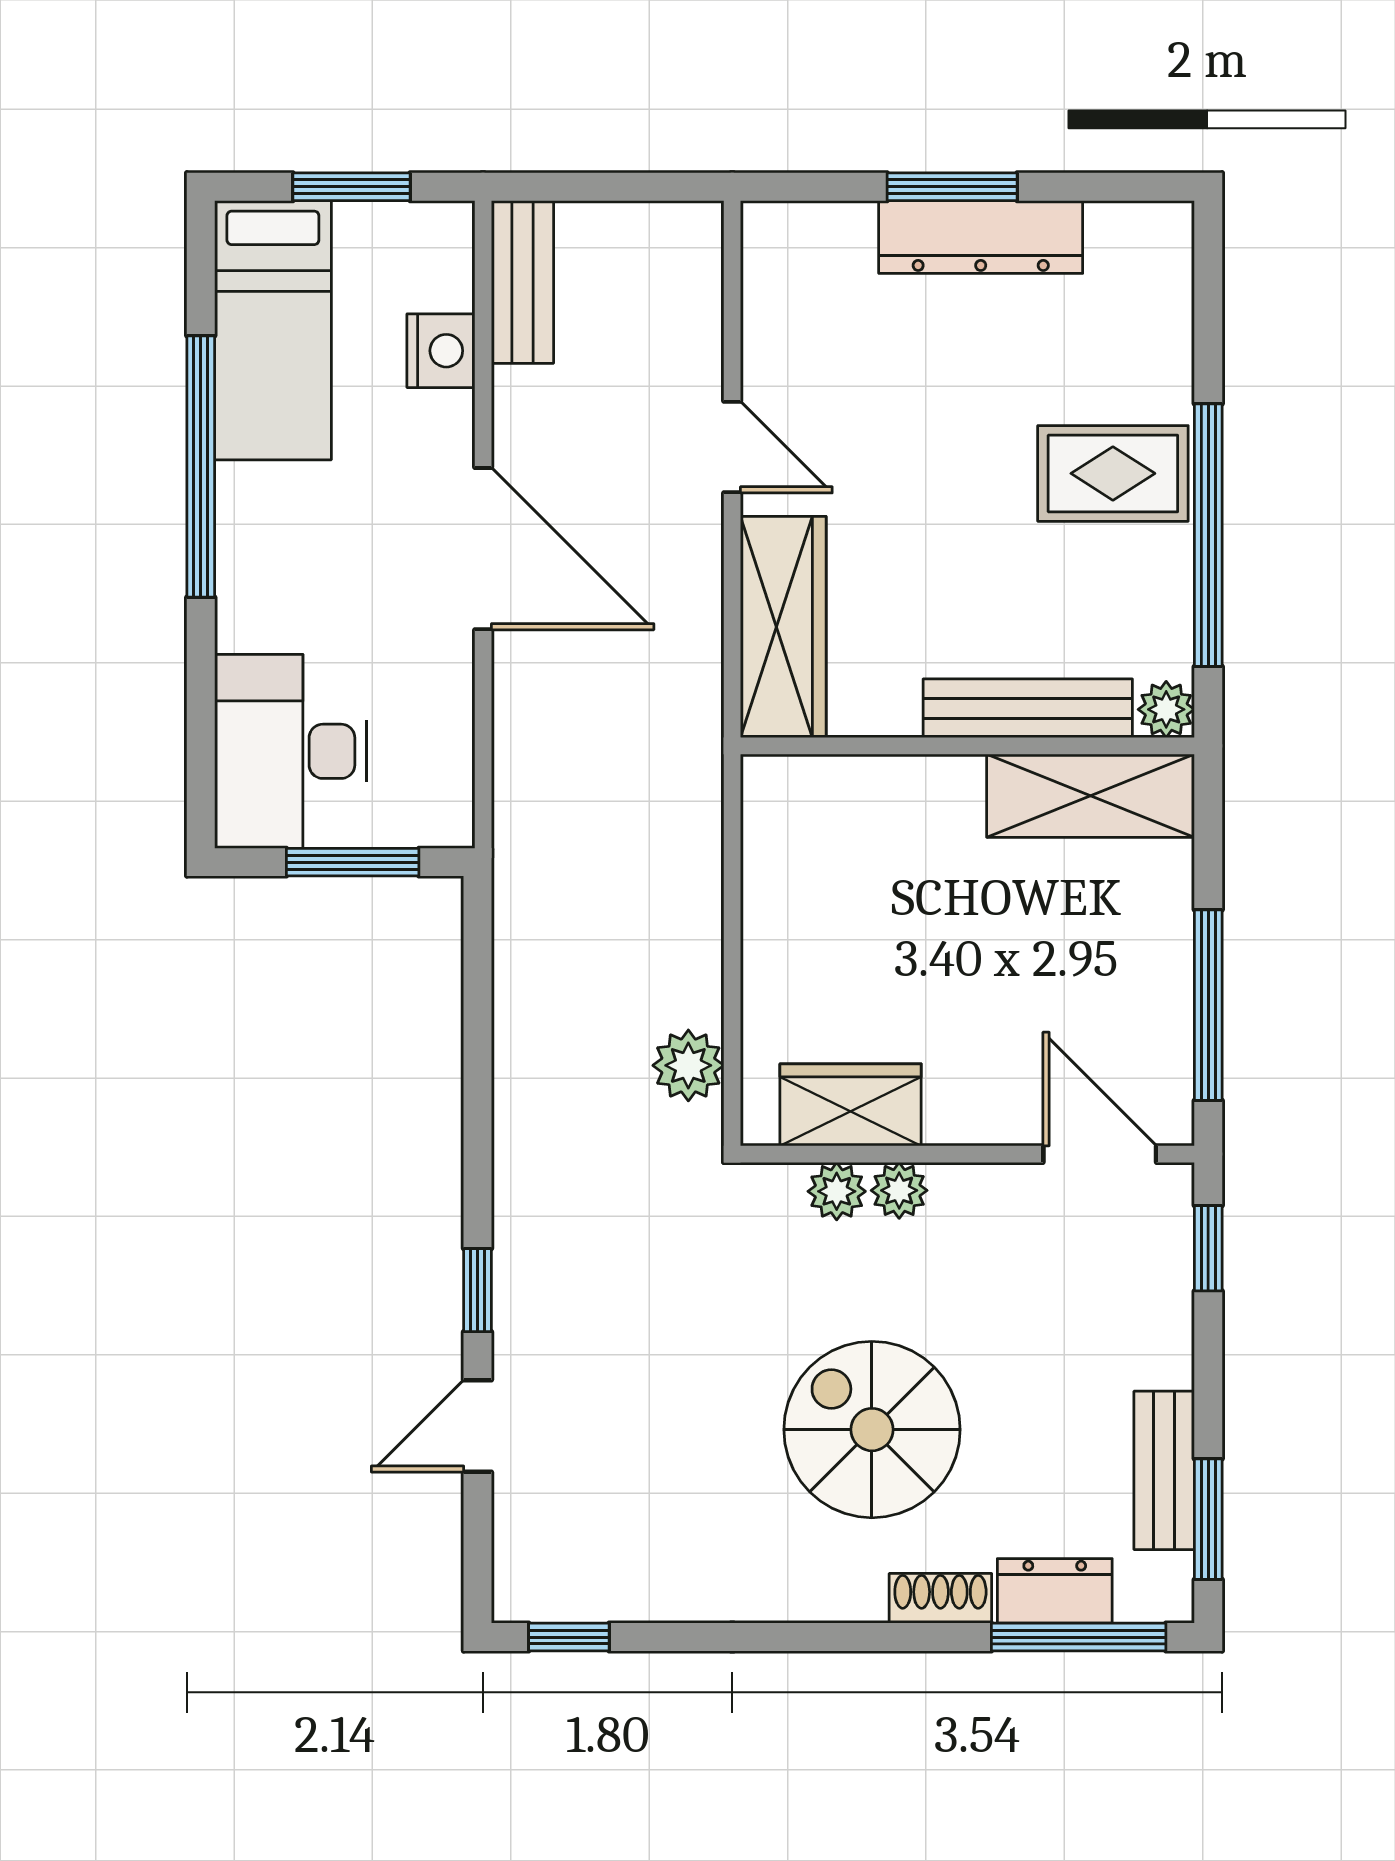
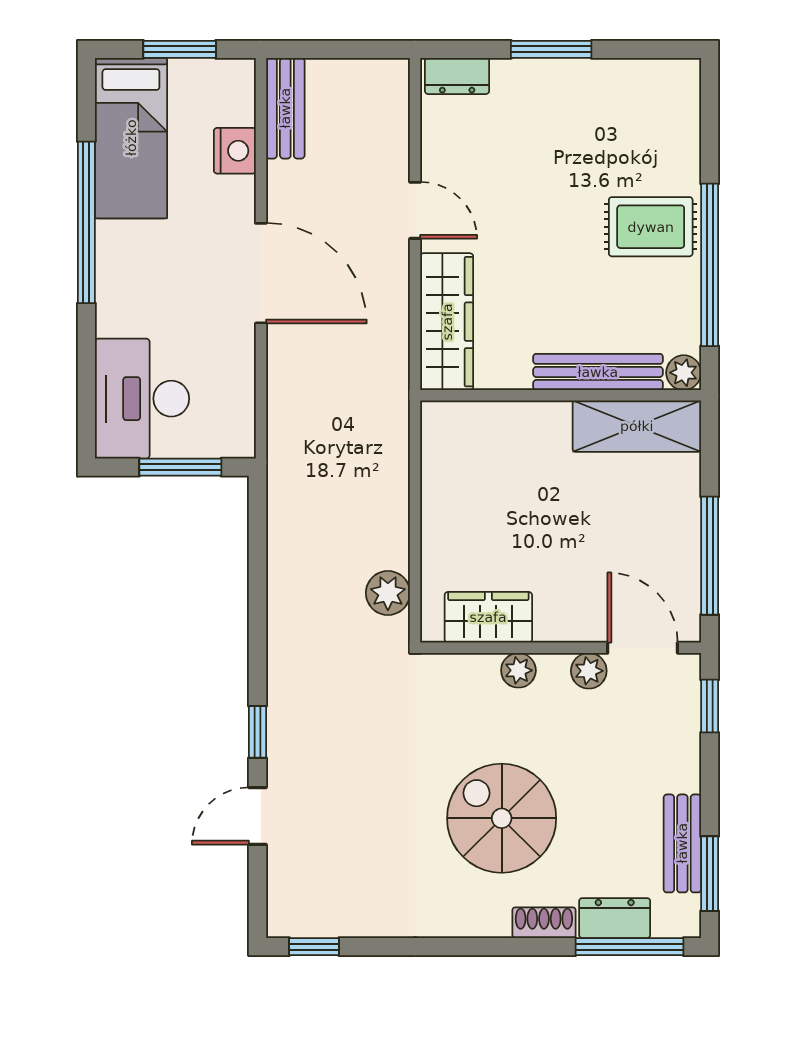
dresser: (981, 237) -> (457, 76), moved, width x0.51, depth x0.80
plant: (837, 1191) -> (589, 671), moved

